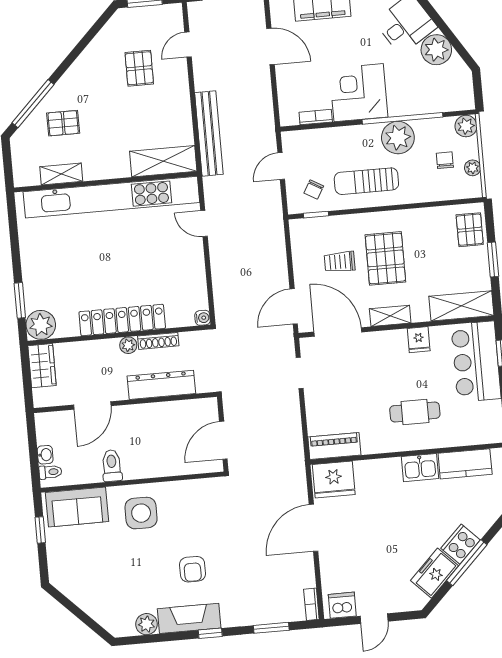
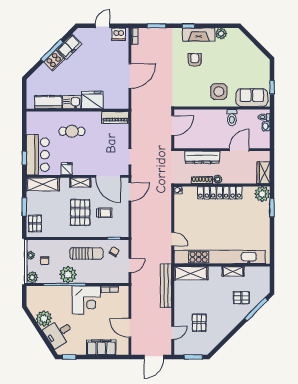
shelving: (61, 174) -> (233, 271), moved
fridge: (334, 480) -> (92, 100), moved

